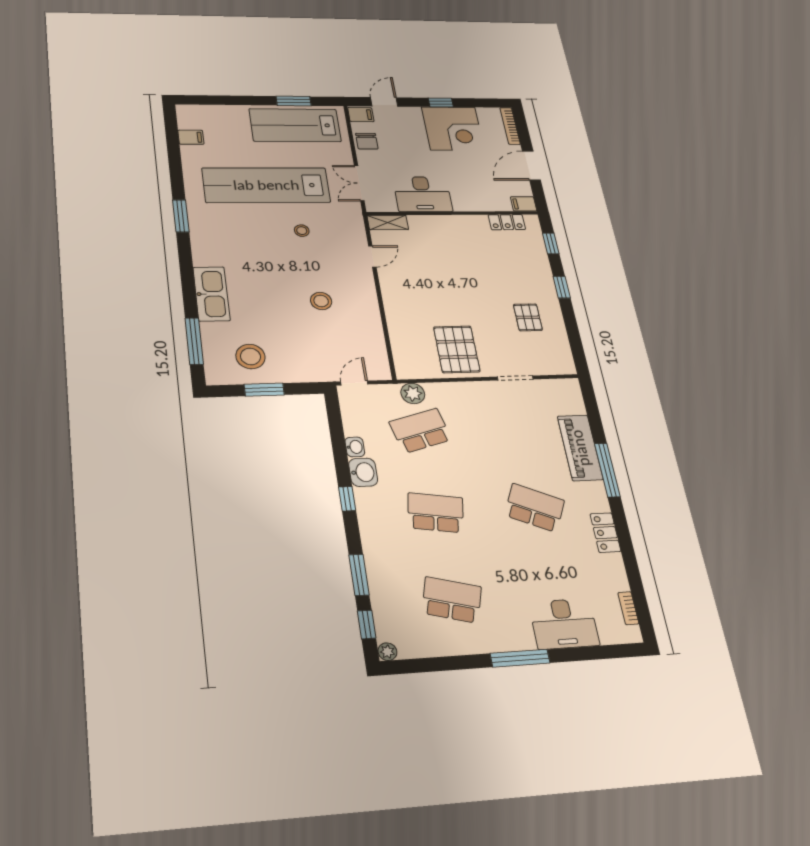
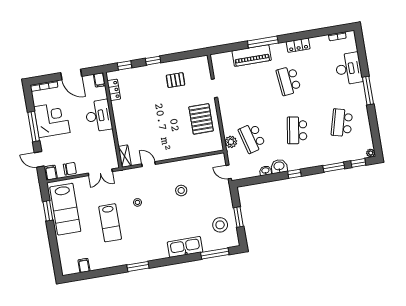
window: (441, 102) -> (34, 126), width x2.17
lab bench: (266, 185) -> (110, 223), width x0.54, depth x0.72
desk: (423, 194) -> (98, 116), moved
pallet: (457, 349) -> (201, 119), turned 90
school desk: (535, 508) -> (289, 81), turned -30

